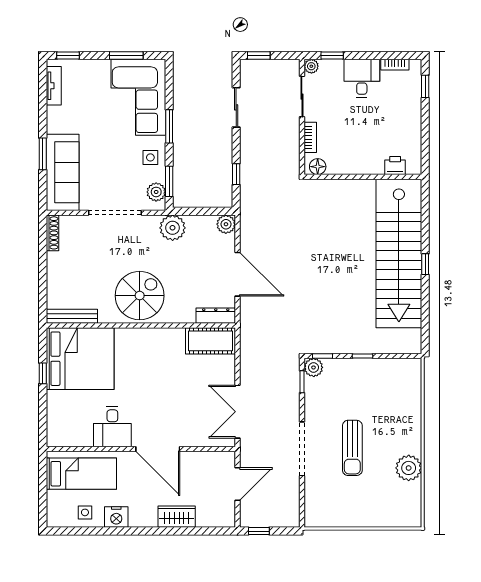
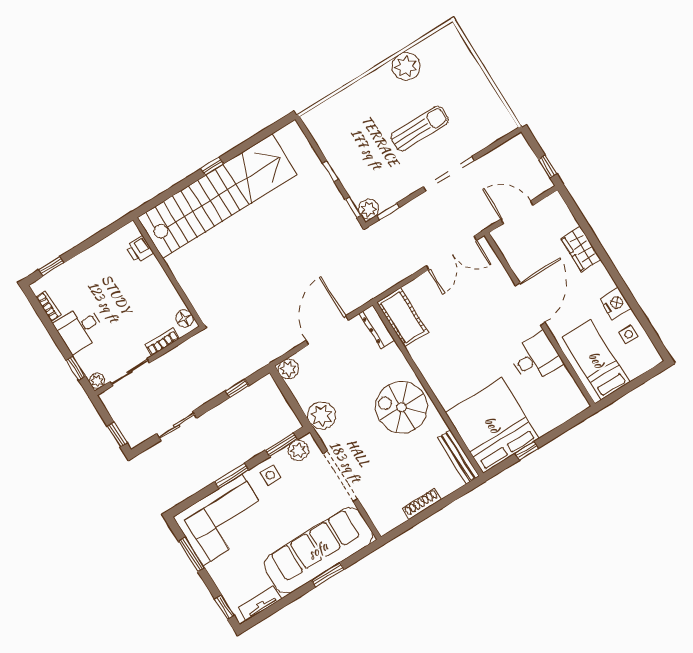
sofa: (63, 172) -> (318, 550), width x1.36, depth x1.27
shoe rack: (52, 233) -> (422, 504), moved

